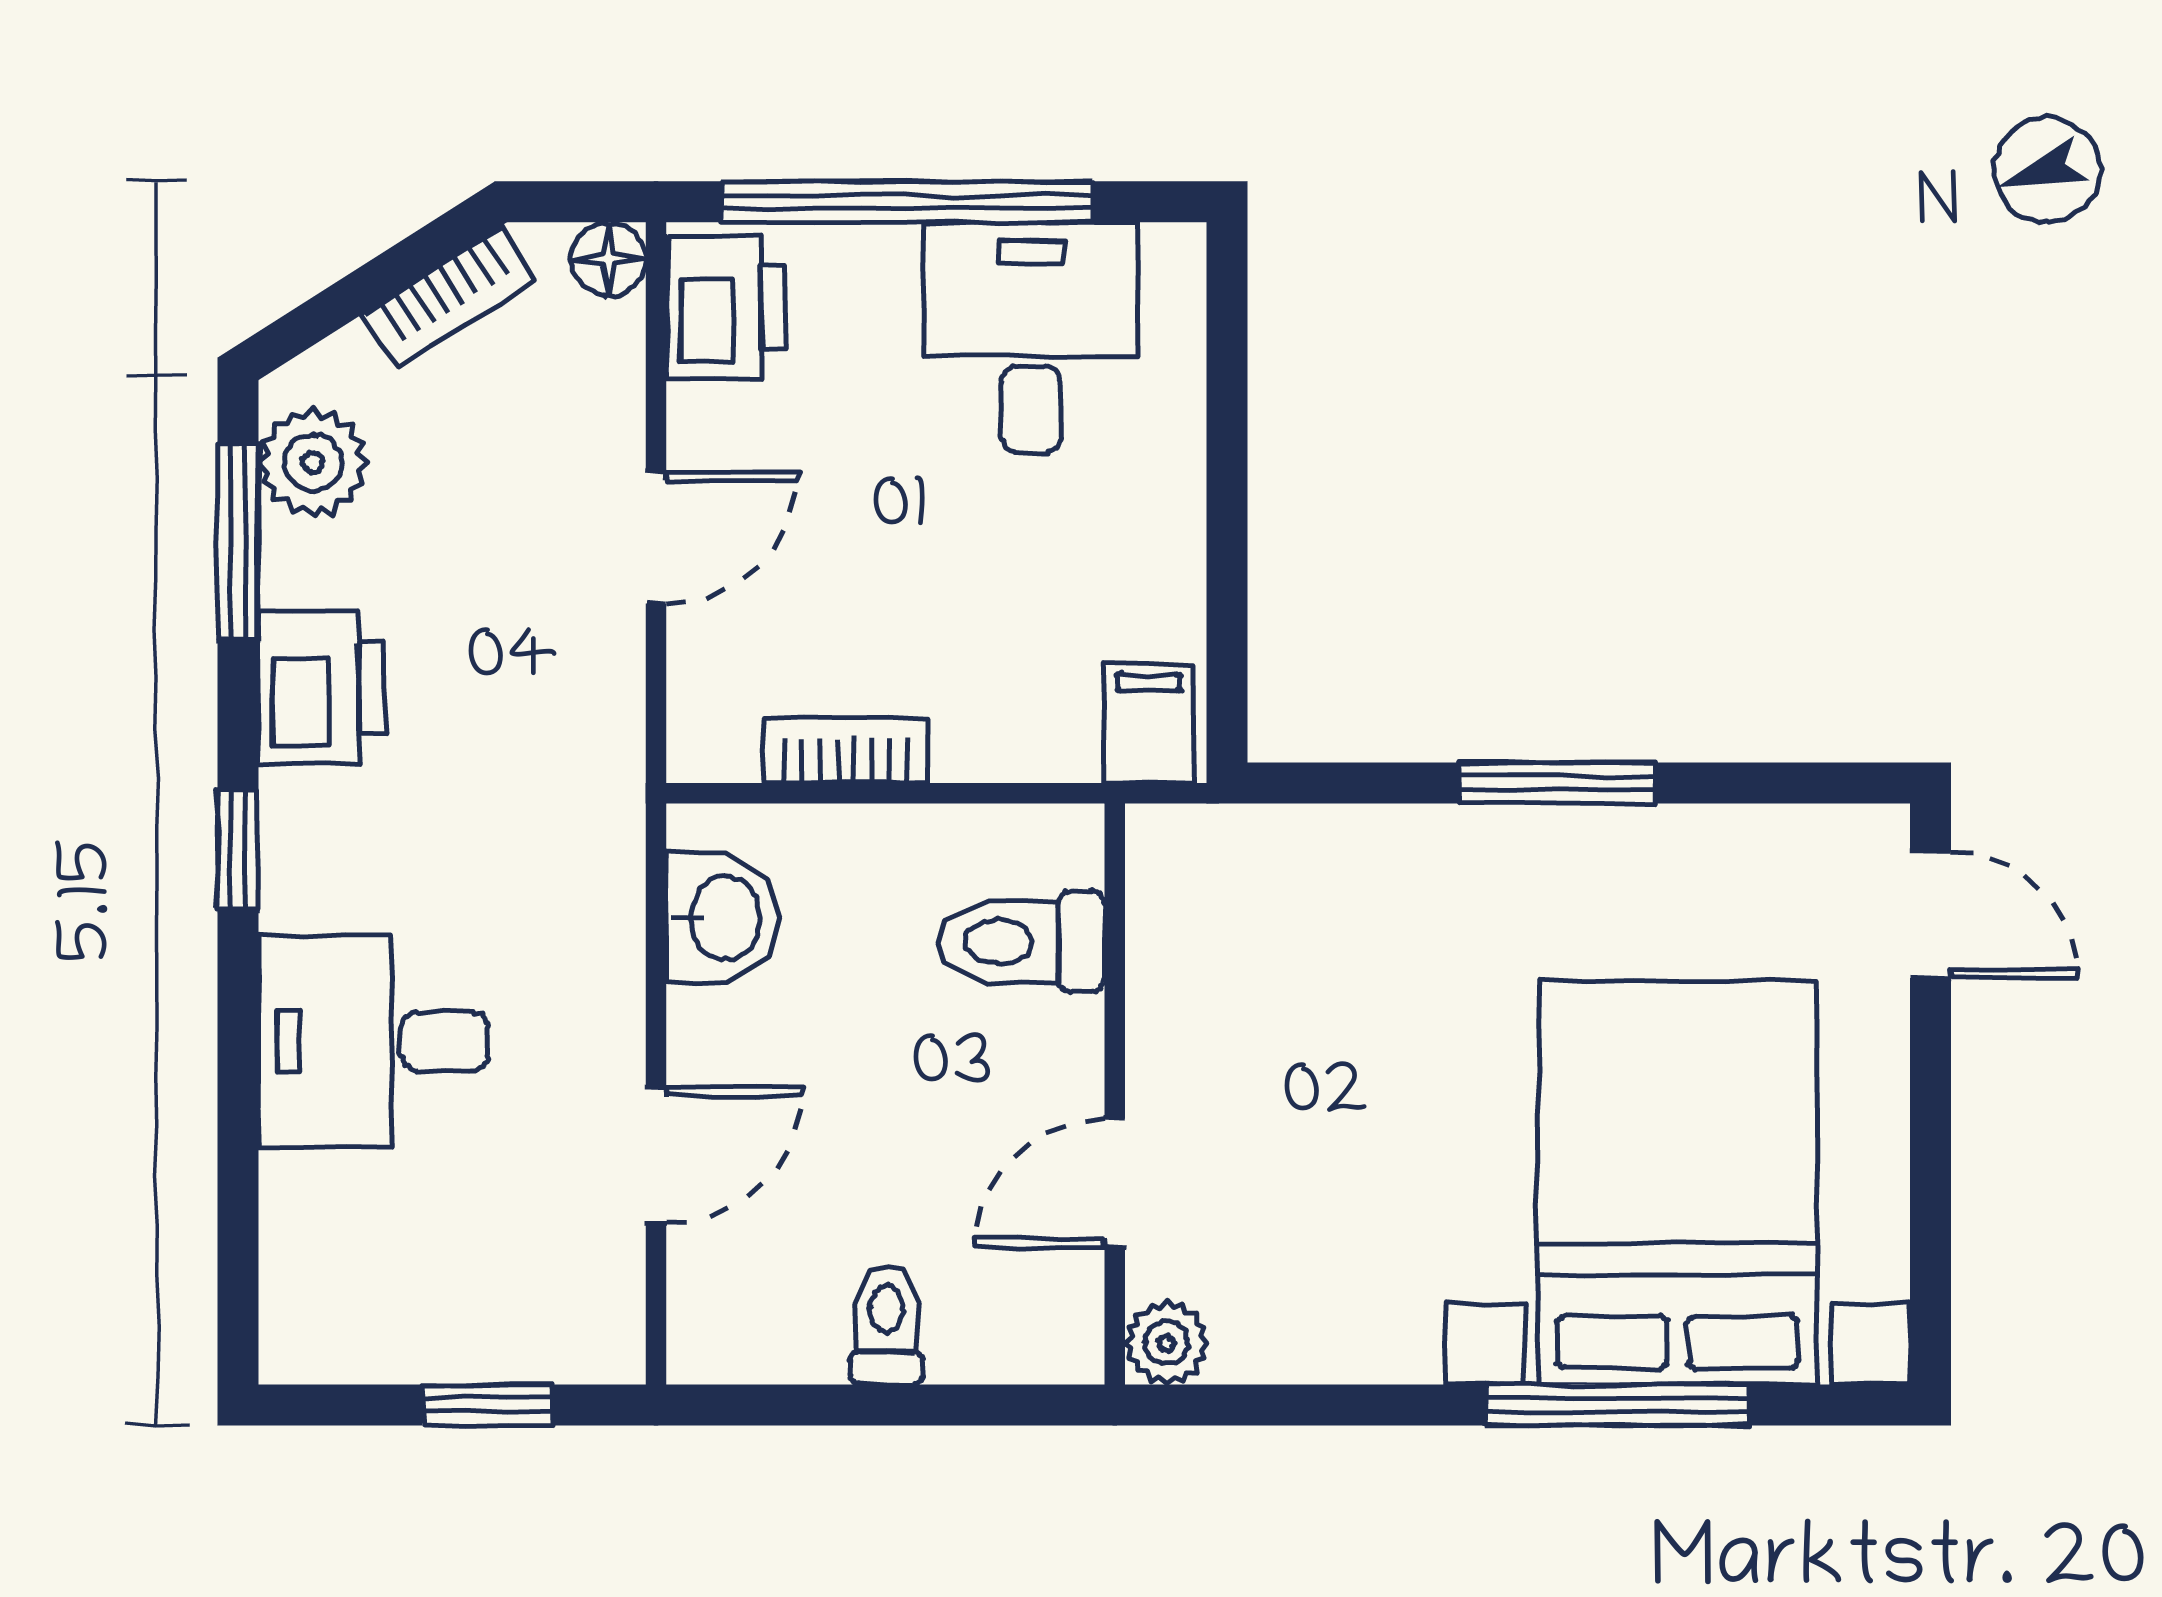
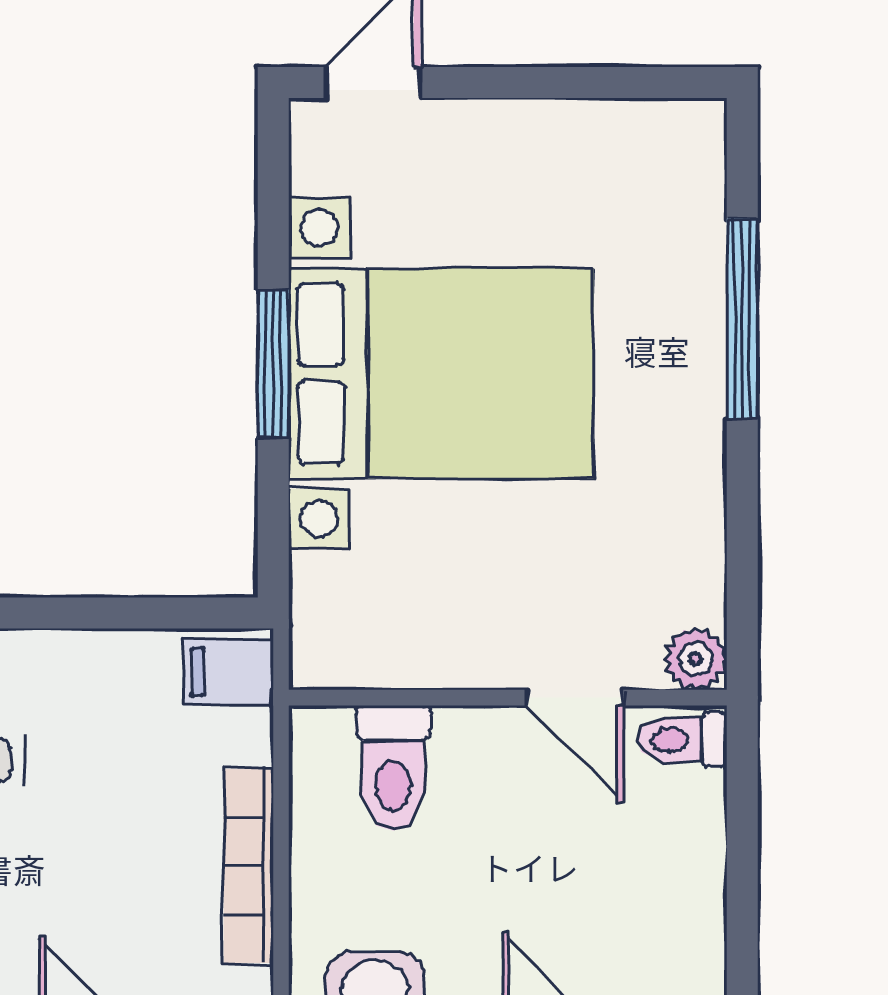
bookcase: (845, 750) -> (248, 866), width x1.56
bed with nightstands: (1678, 1182) -> (441, 373), moved, turned 180
toilet: (886, 1325) -> (682, 740), moved

